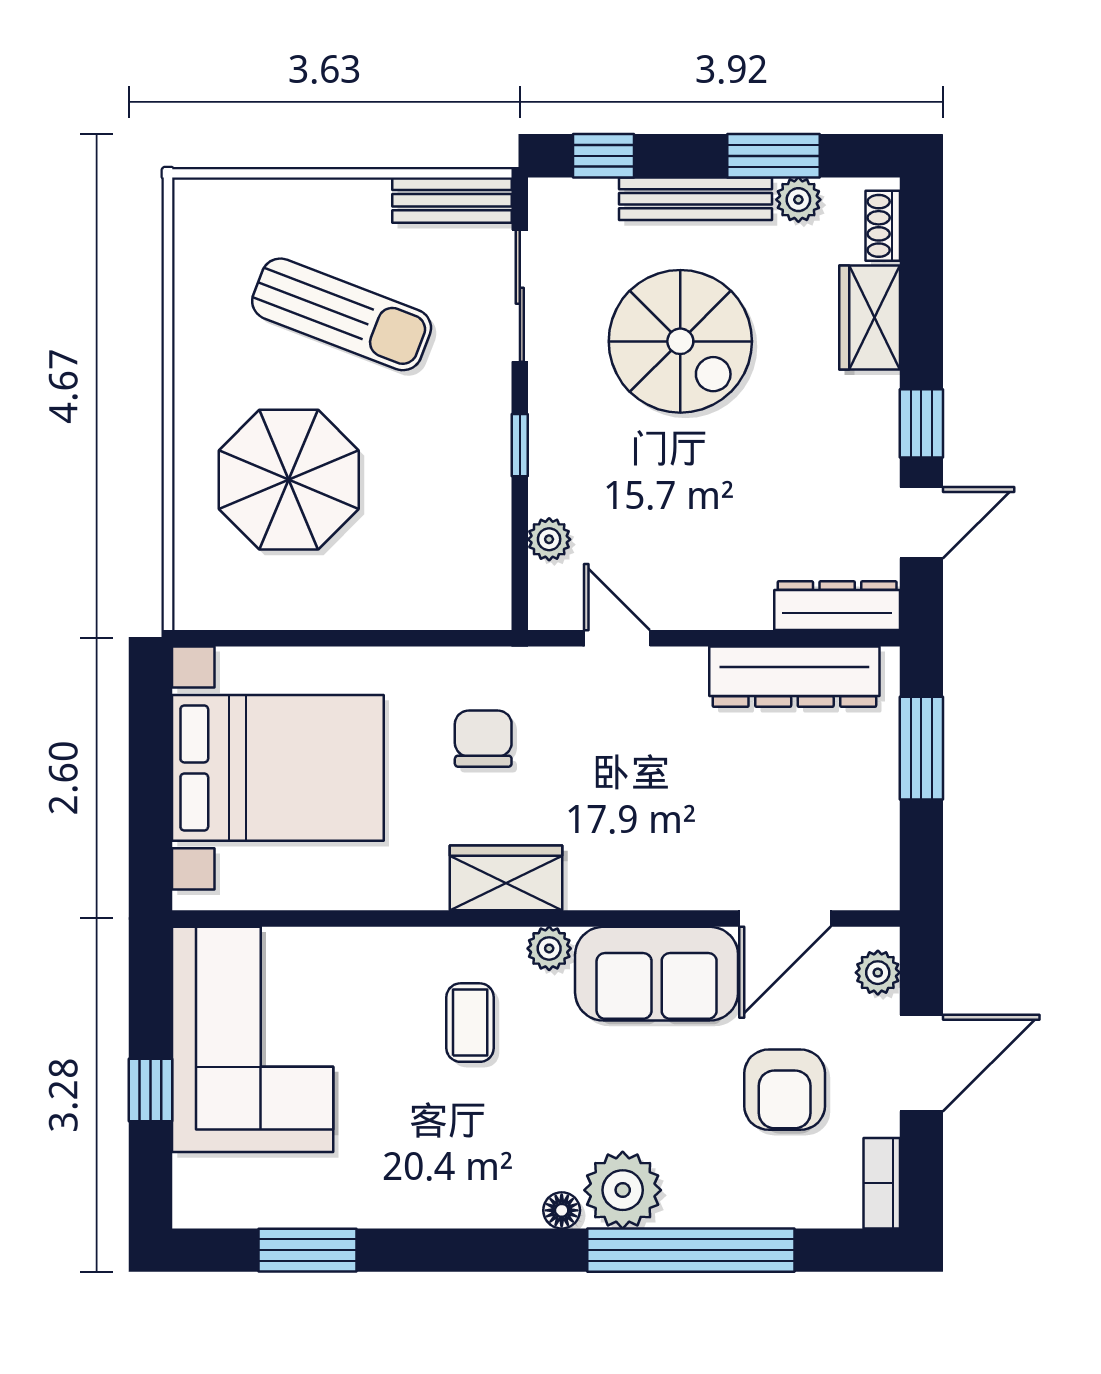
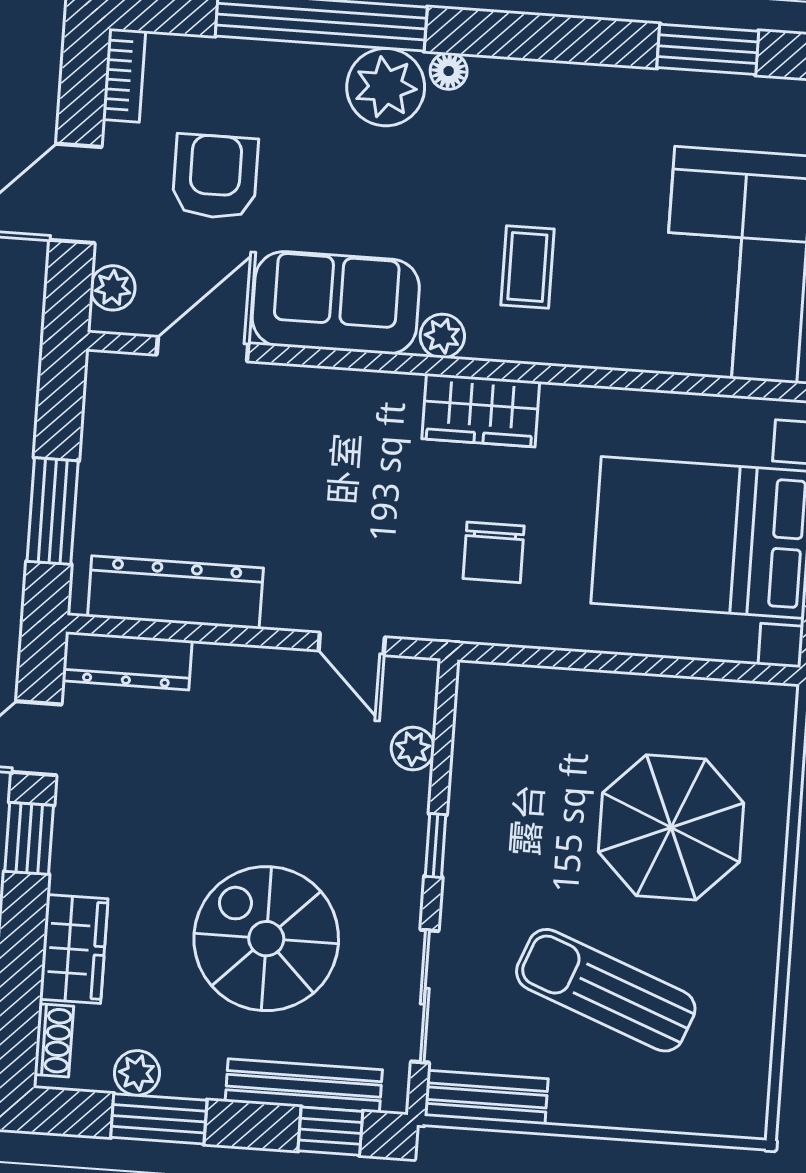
bench: (695, 199) -> (304, 1086), moved

